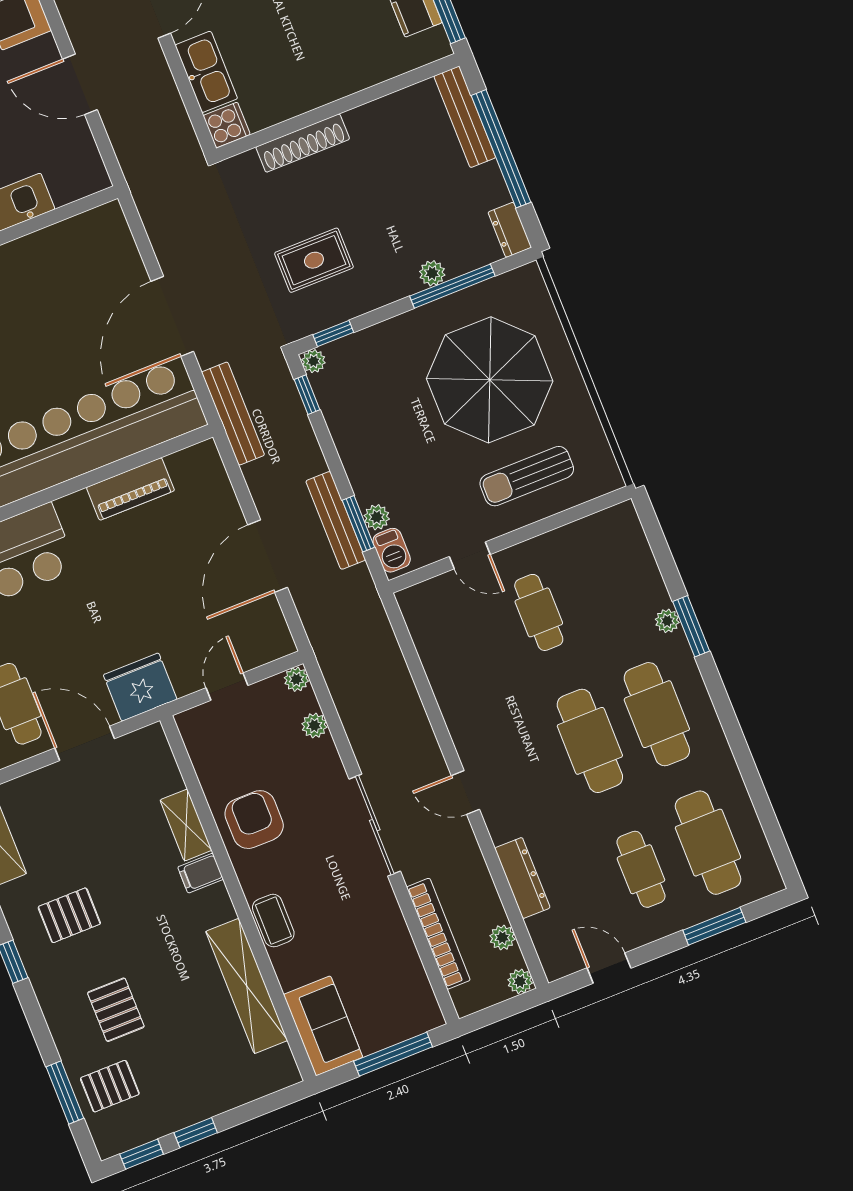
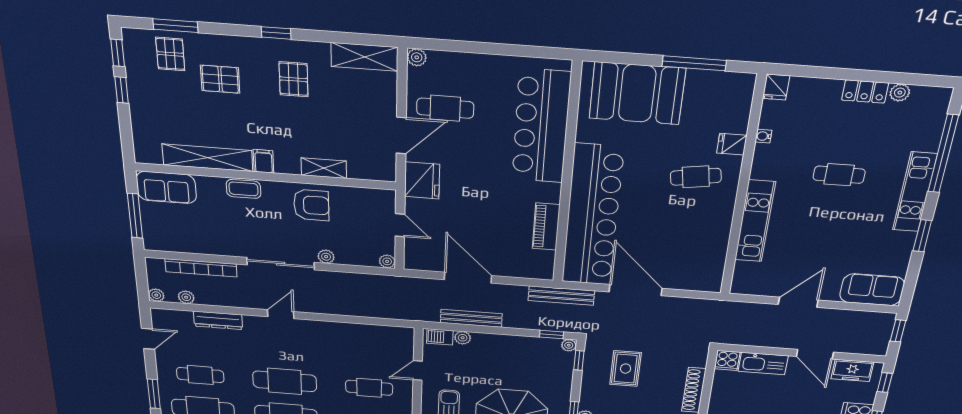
window: (358, 524) -> (463, 328), removed
plant: (314, 725) -> (326, 257), moved
filing cabinet: (201, 873) -> (264, 161), moved

